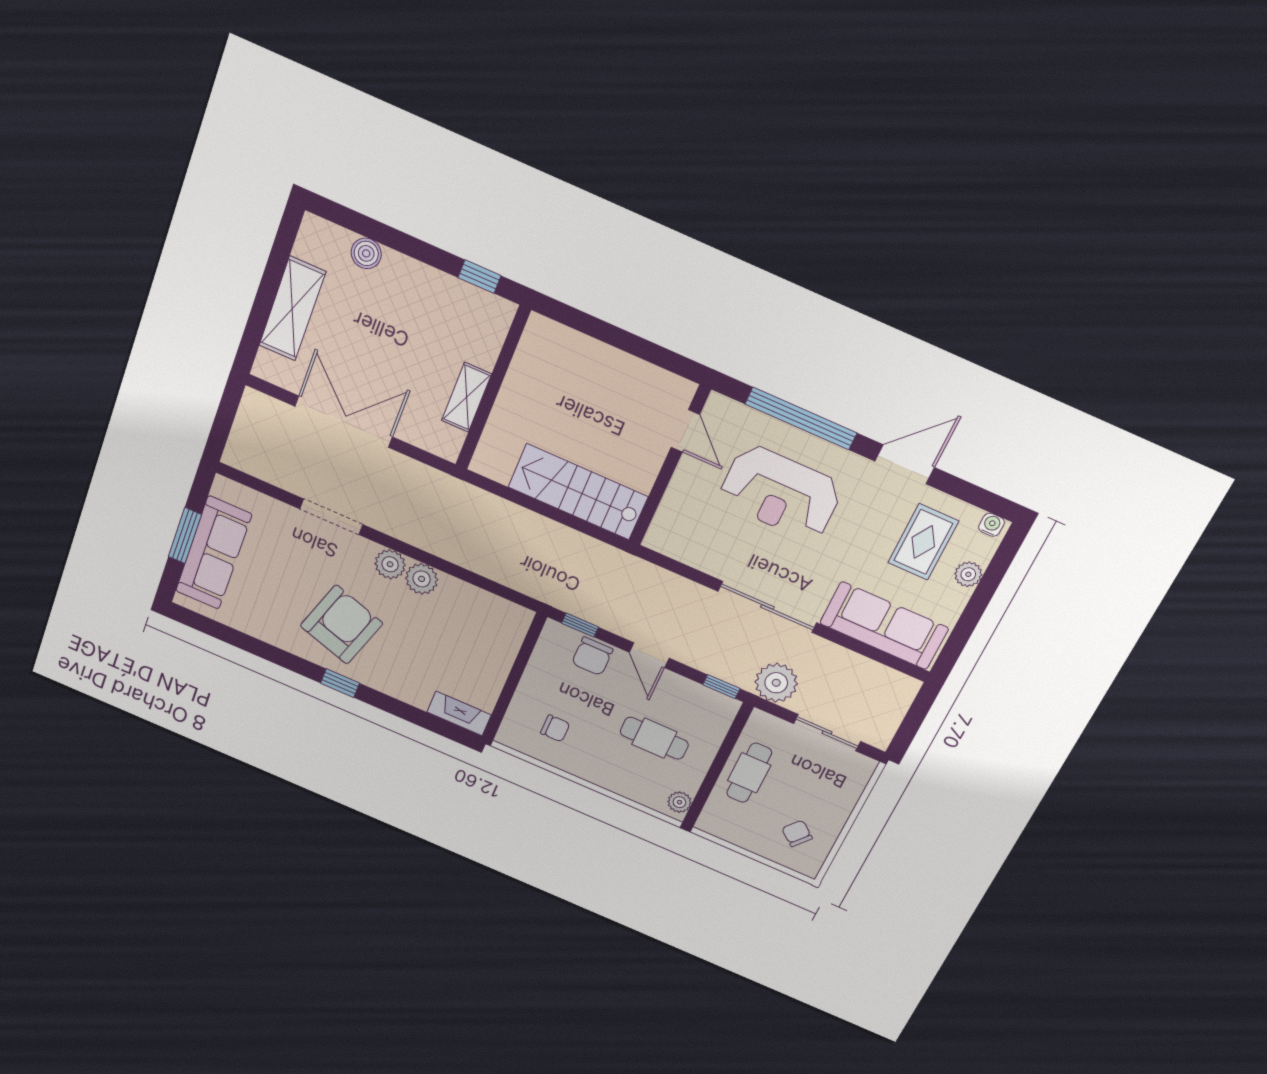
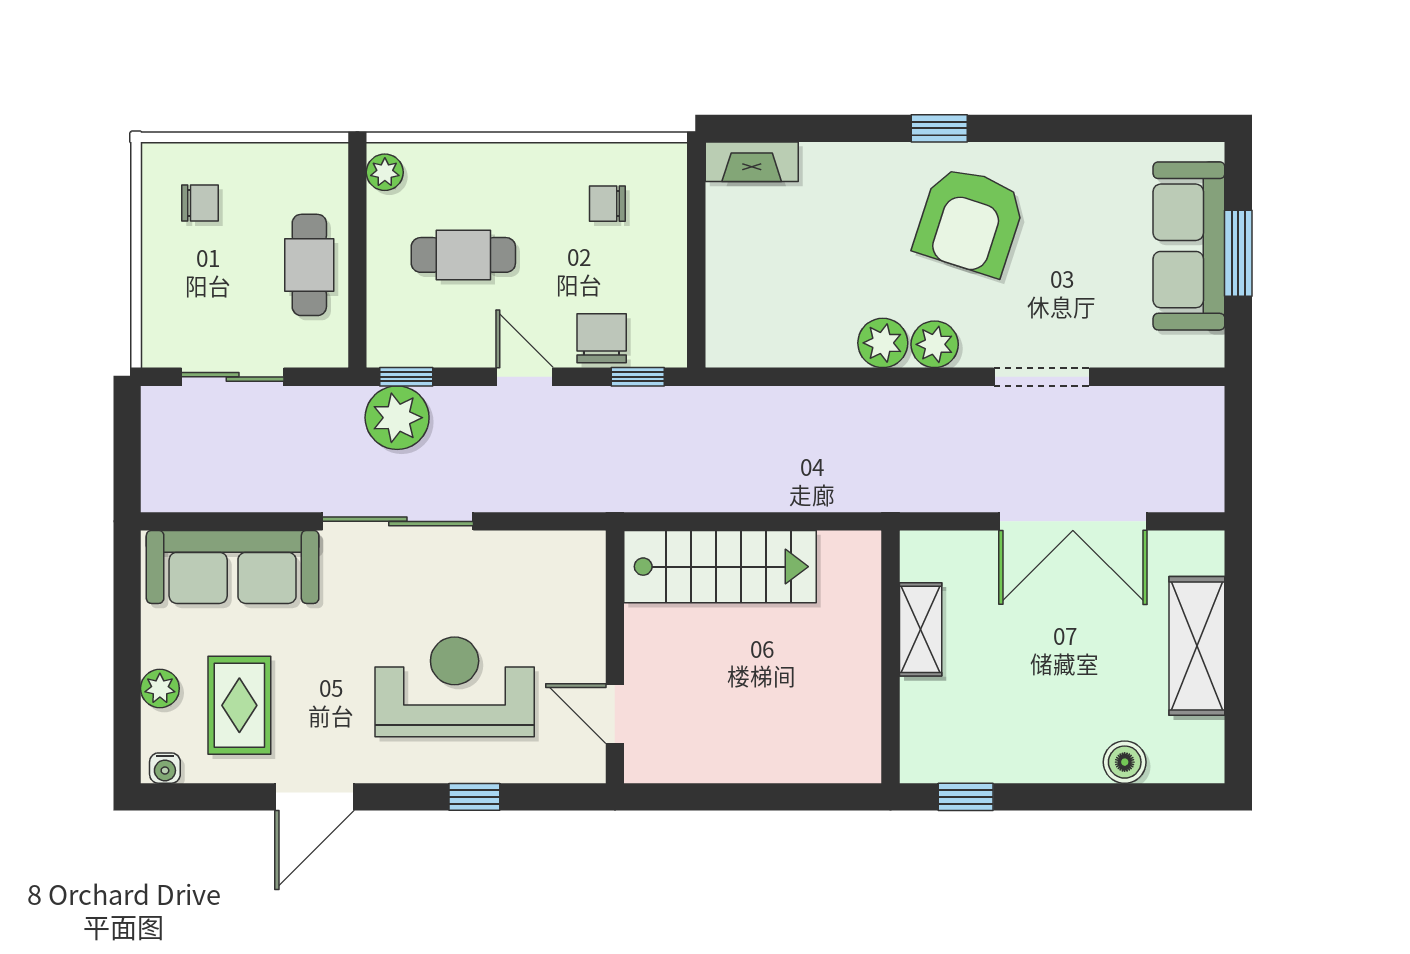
window: (801, 418) -> (474, 797), width x0.32
plant: (776, 683) -> (397, 418), moved
chair: (797, 833) -> (200, 203), turned -39

